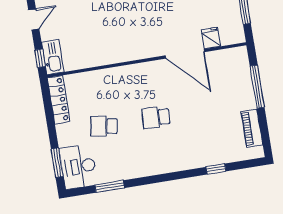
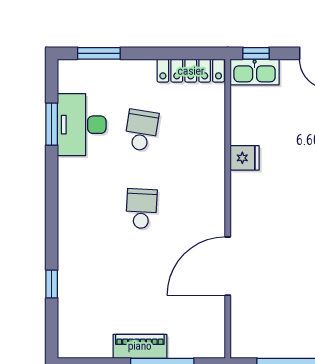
fridge: (211, 38) -> (245, 158), moved
piano: (252, 128) -> (140, 346), moved
desk: (78, 167) -> (82, 125), moved, turned -90

